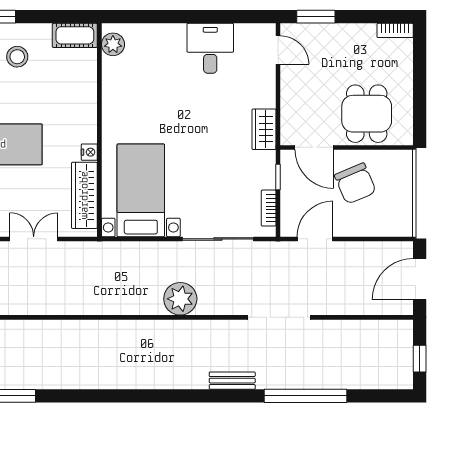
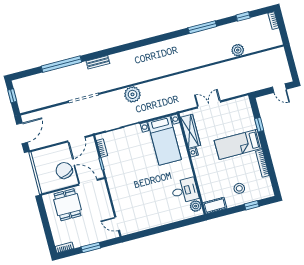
window: (316, 17) -> (91, 247), moved
desk: (210, 48) -> (185, 191), moved, turned -90
wardrobe: (264, 129) -> (114, 185), removed
double door: (34, 239) -> (209, 104), swing flipped

